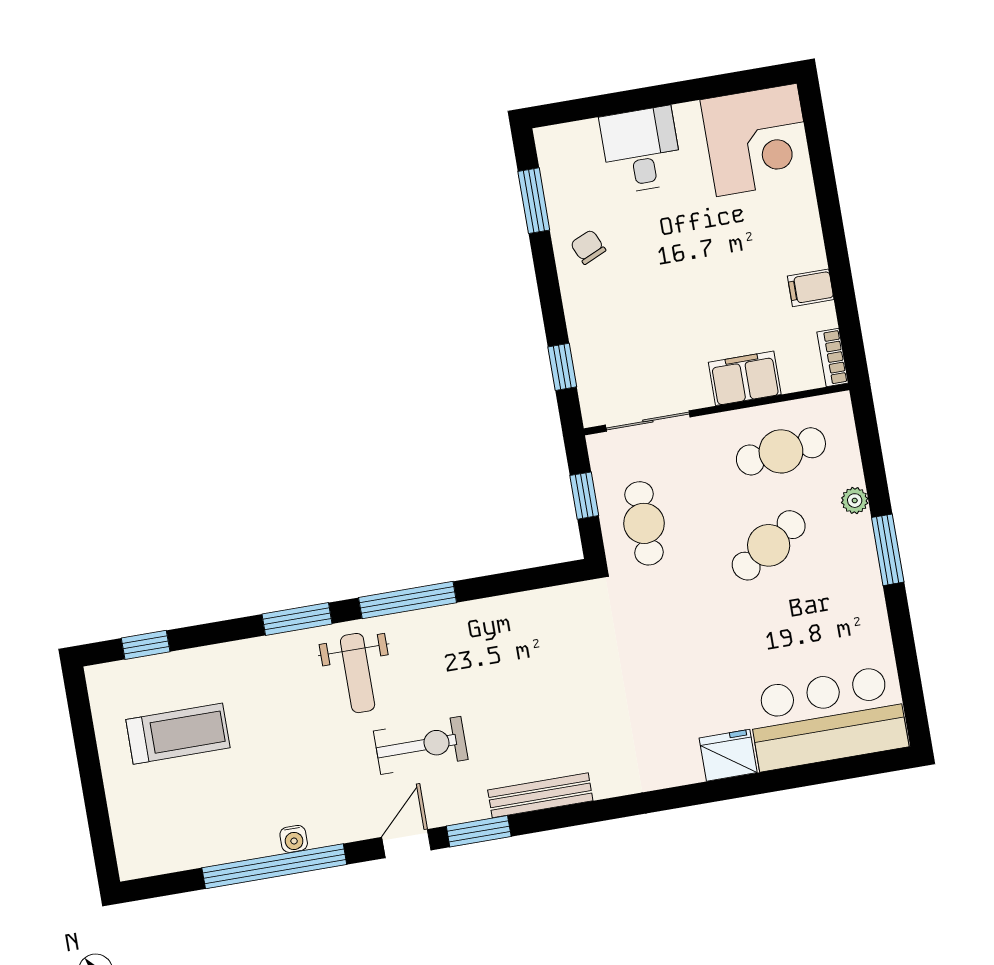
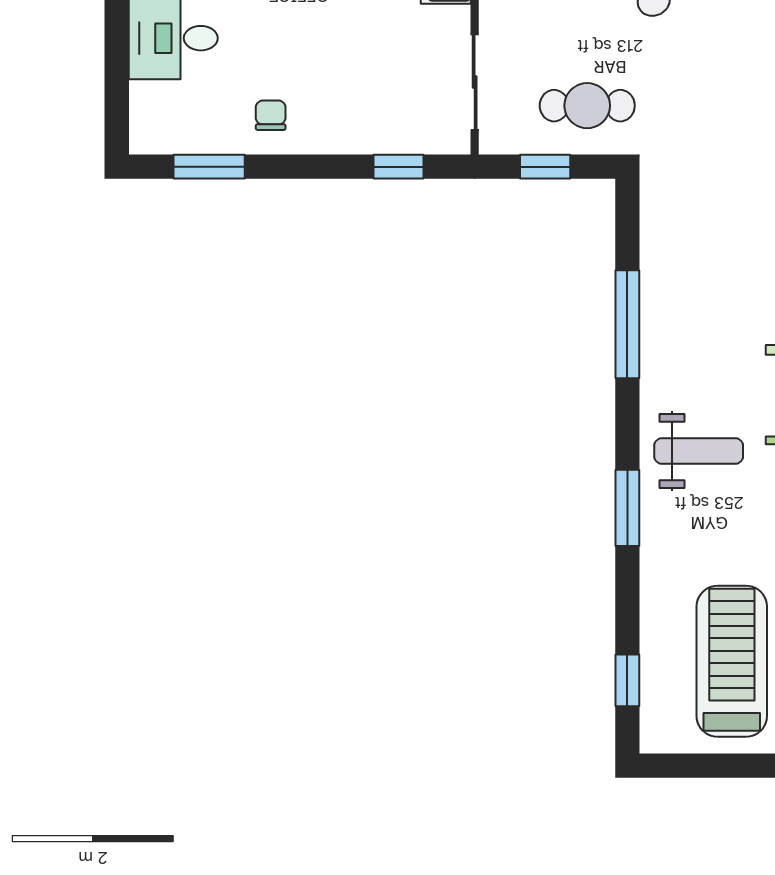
chair: (588, 247) -> (271, 115), turned 114
window: (408, 600) -> (627, 324), moved
treadmill: (178, 734) -> (732, 661), width x1.37, depth x1.38

